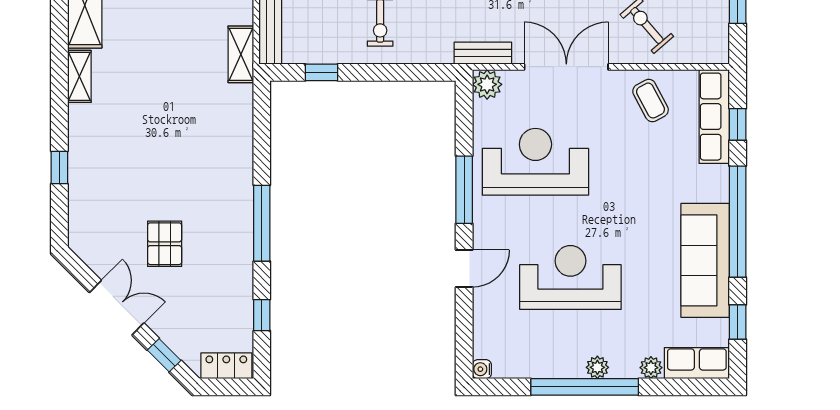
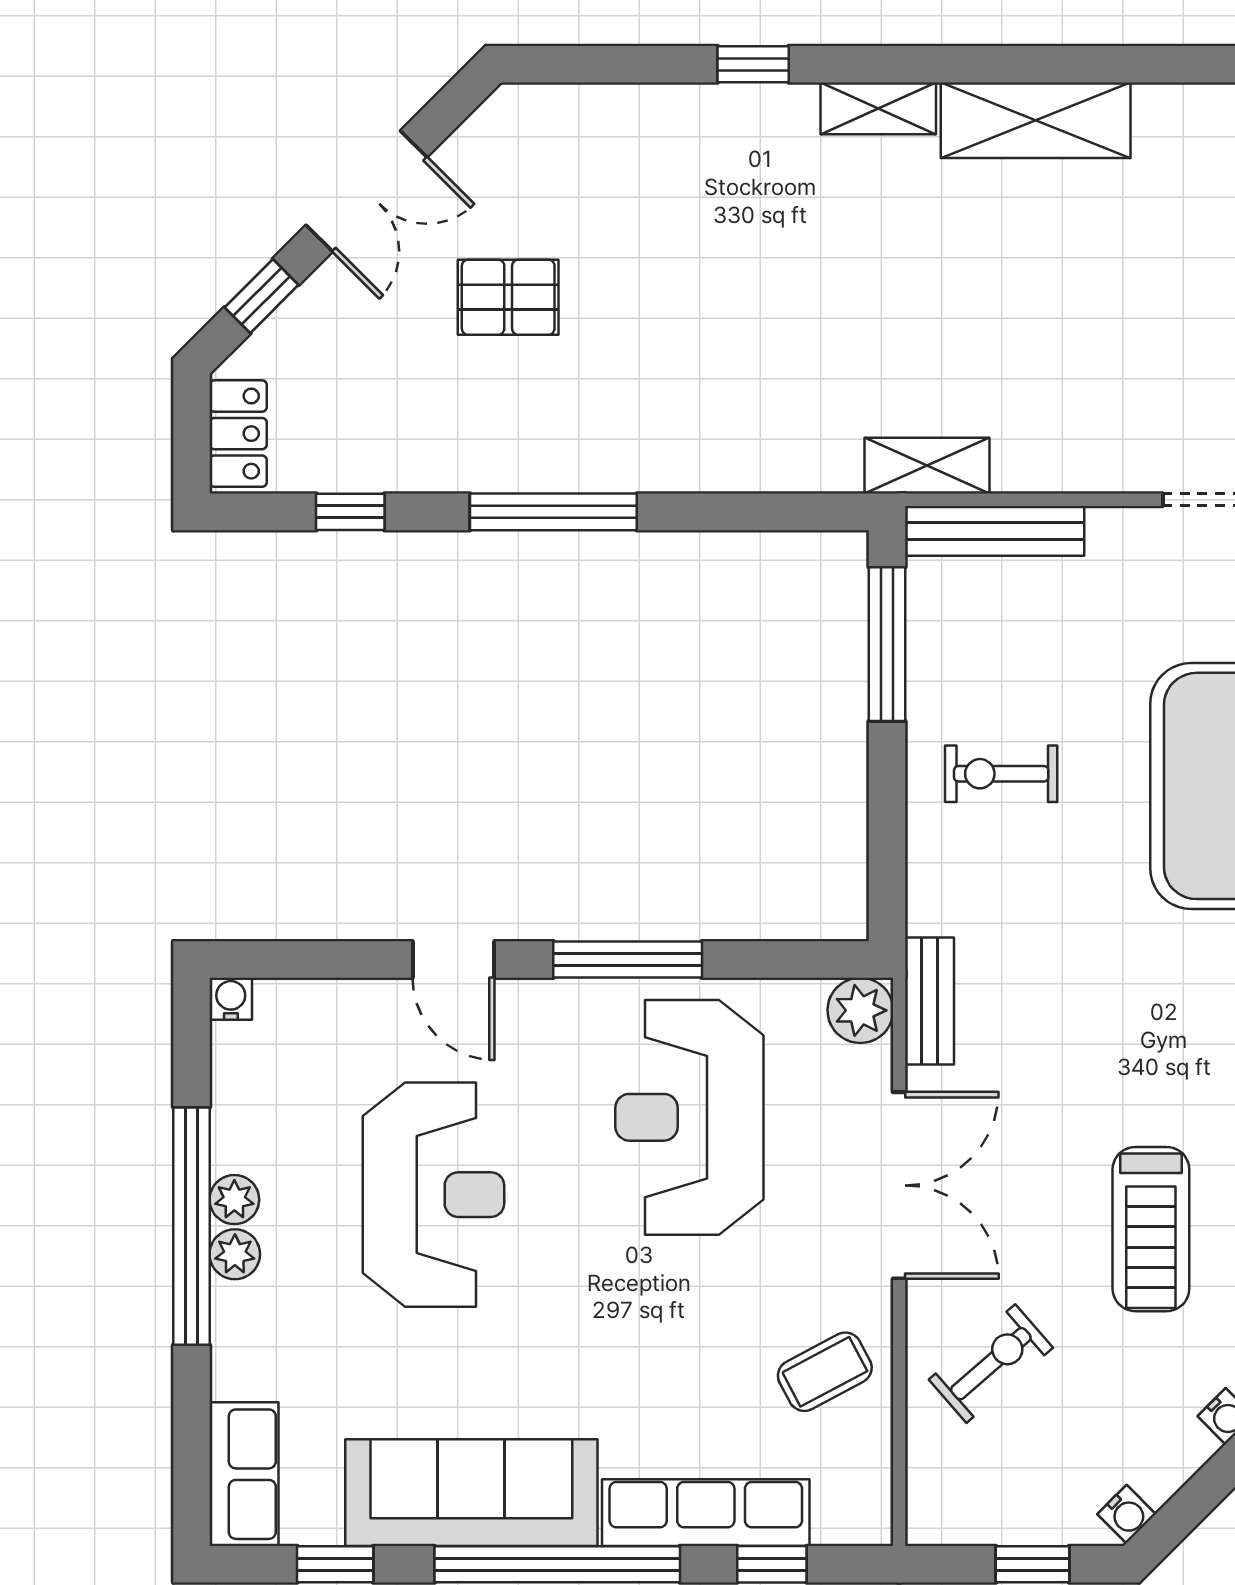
window: (322, 72) -> (887, 644), width x2.17
row of seats: (714, 117) -> (706, 1513), moved
reception desk: (535, 162) -> (689, 1117), turned 180
window: (59, 168) -> (753, 64), moved
plant: (651, 368) -> (234, 1200), moved

